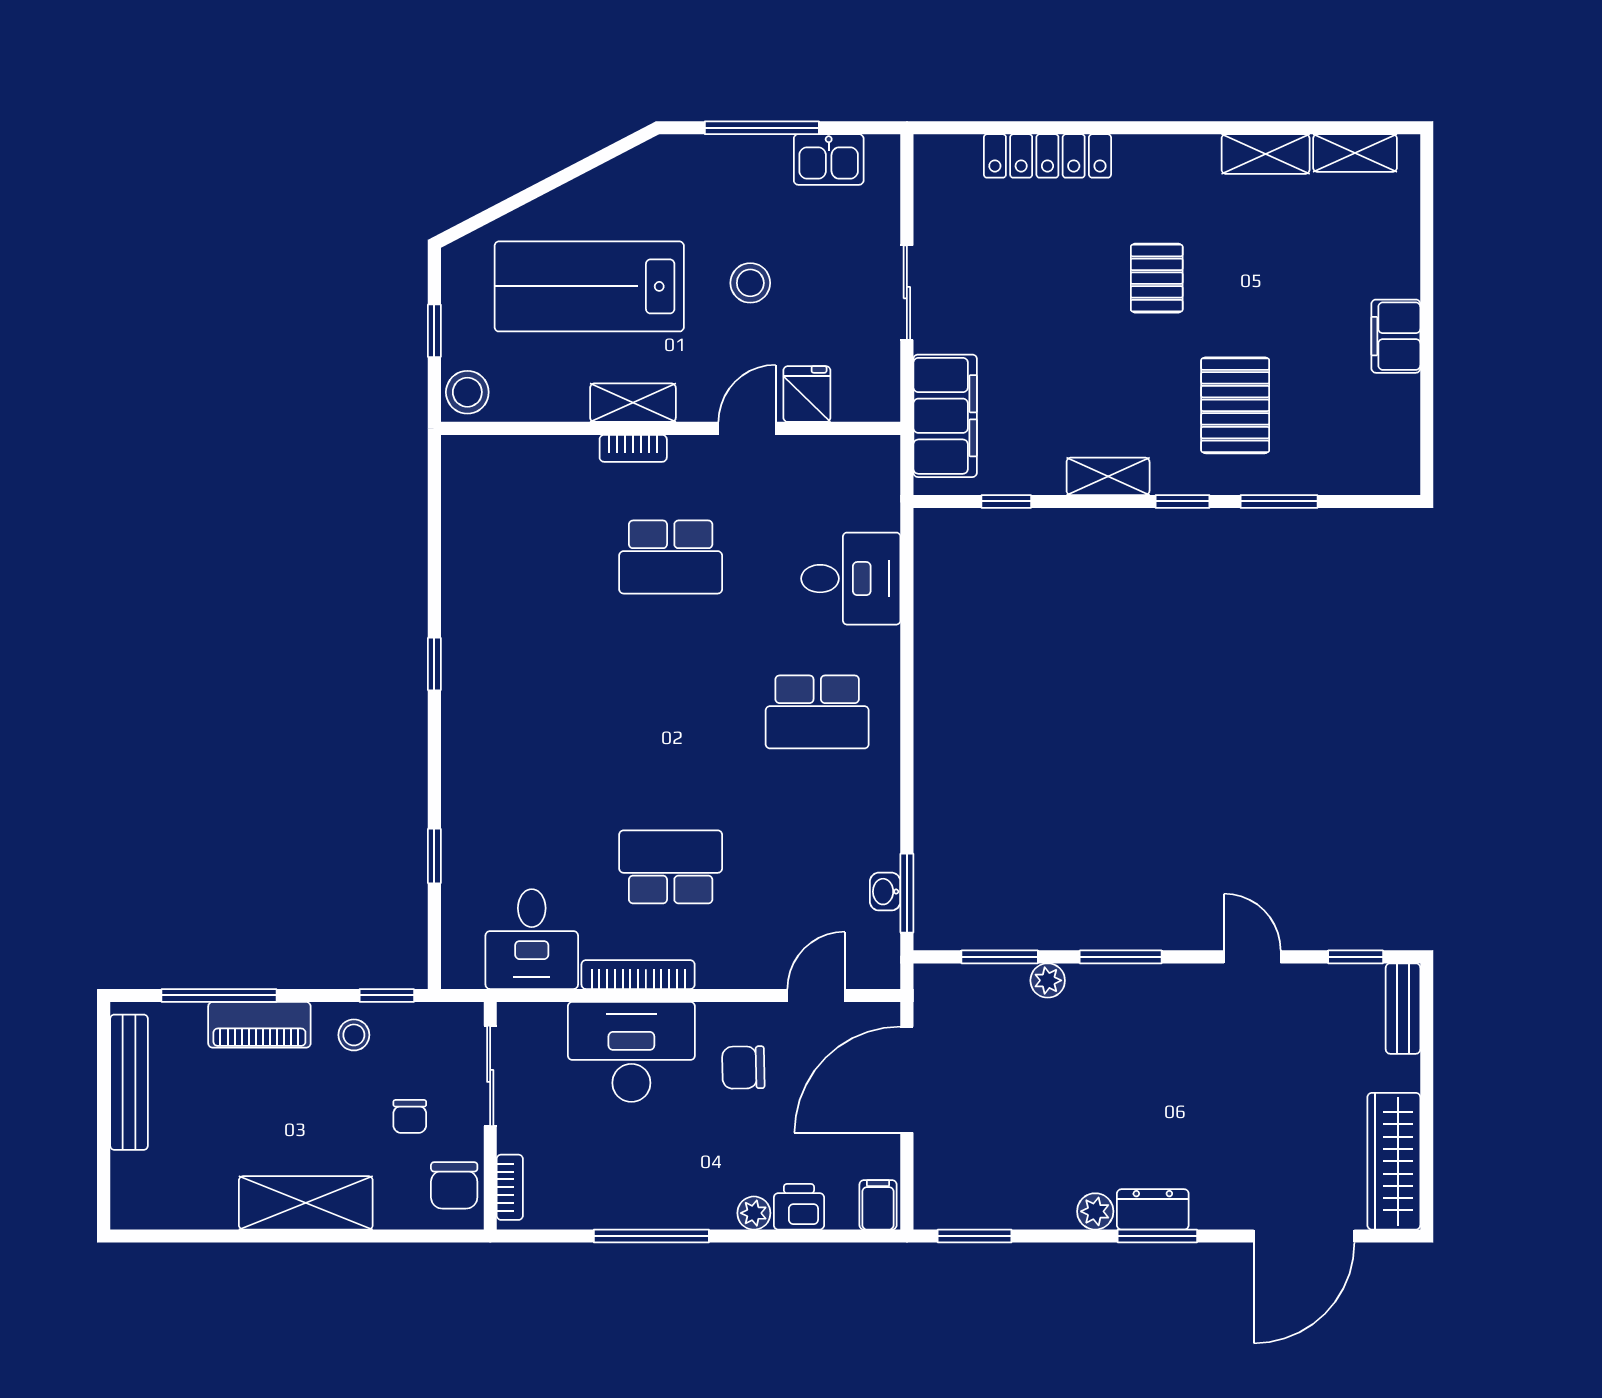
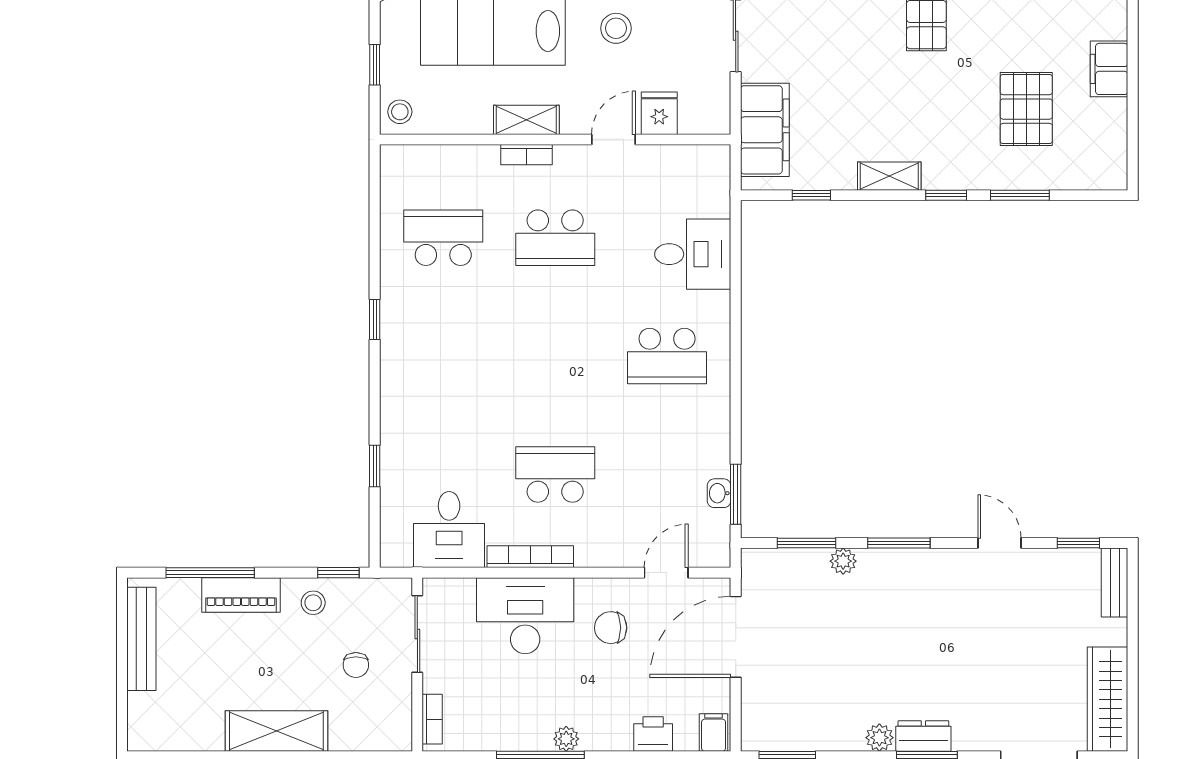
stool: (467, 392) -> (400, 112), width x0.73, depth x0.73
pallet: (1235, 405) -> (1026, 109), moved
school desk: (524, 557) -> (443, 238), added
chair: (454, 1185) -> (390, 718), removed
plant: (754, 1213) -> (566, 739), moved

